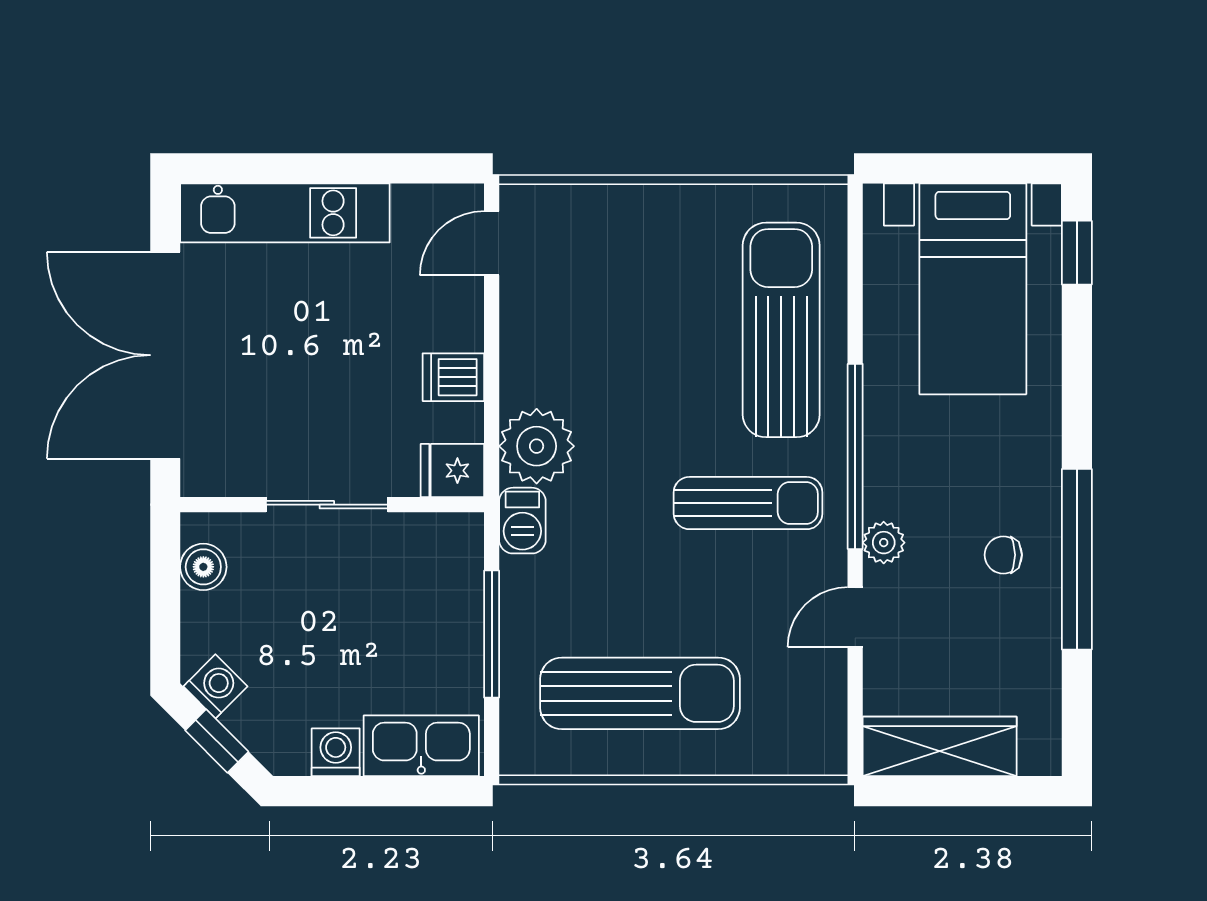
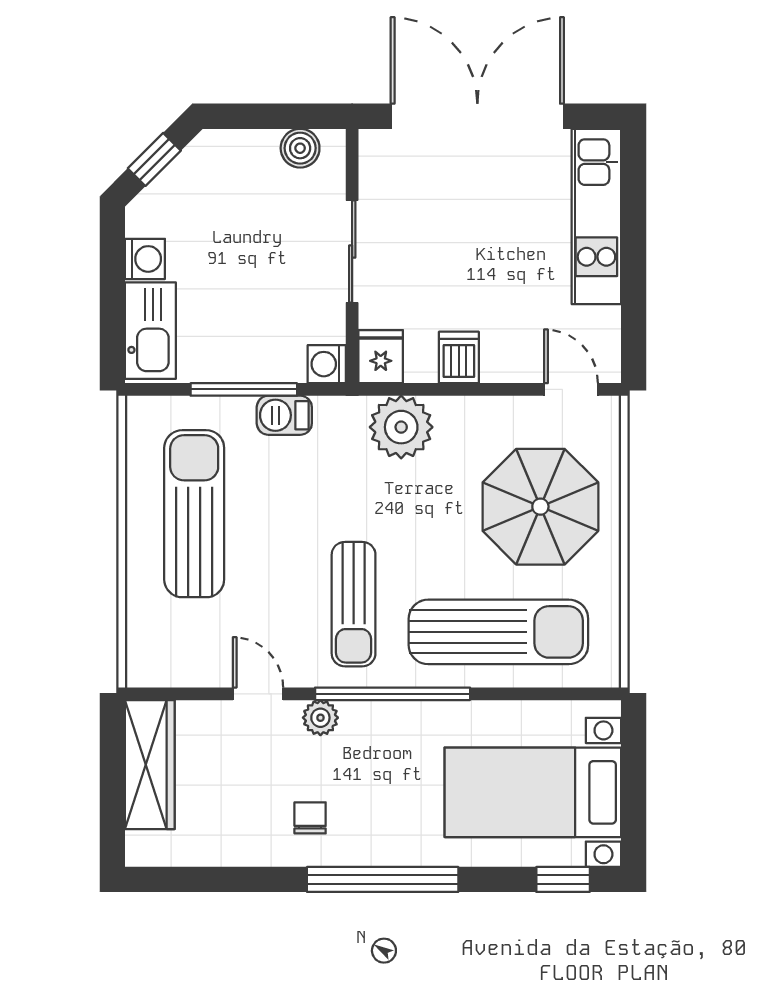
parasol: (632, 280) -> (540, 507), added
barbecue: (522, 521) -> (284, 415), moved
window: (1077, 559) -> (383, 879), moved
washing machine: (215, 686) -> (327, 364), moved, turned 135
sun lounger: (640, 693) -> (194, 514), turned 180

